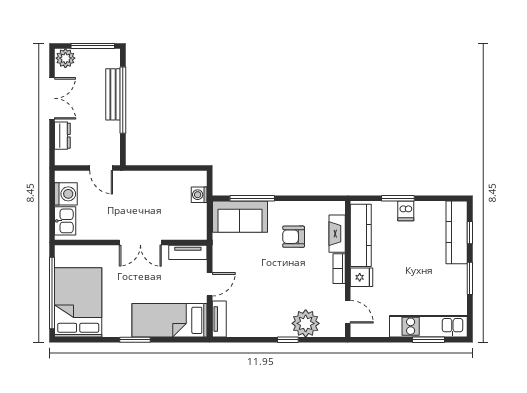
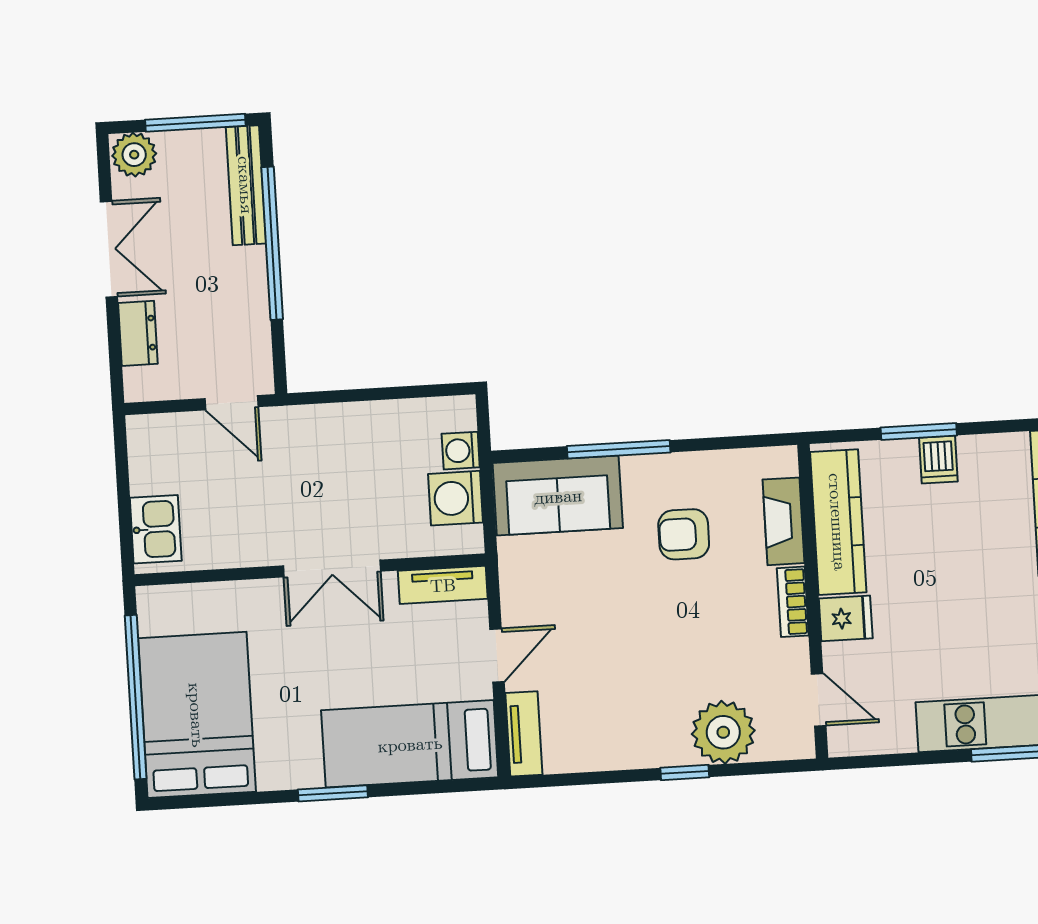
bench: (113, 94) -> (246, 185), moved
washing machine: (66, 194) -> (456, 498), moved, turned 180
window: (252, 198) -> (619, 449), moved

